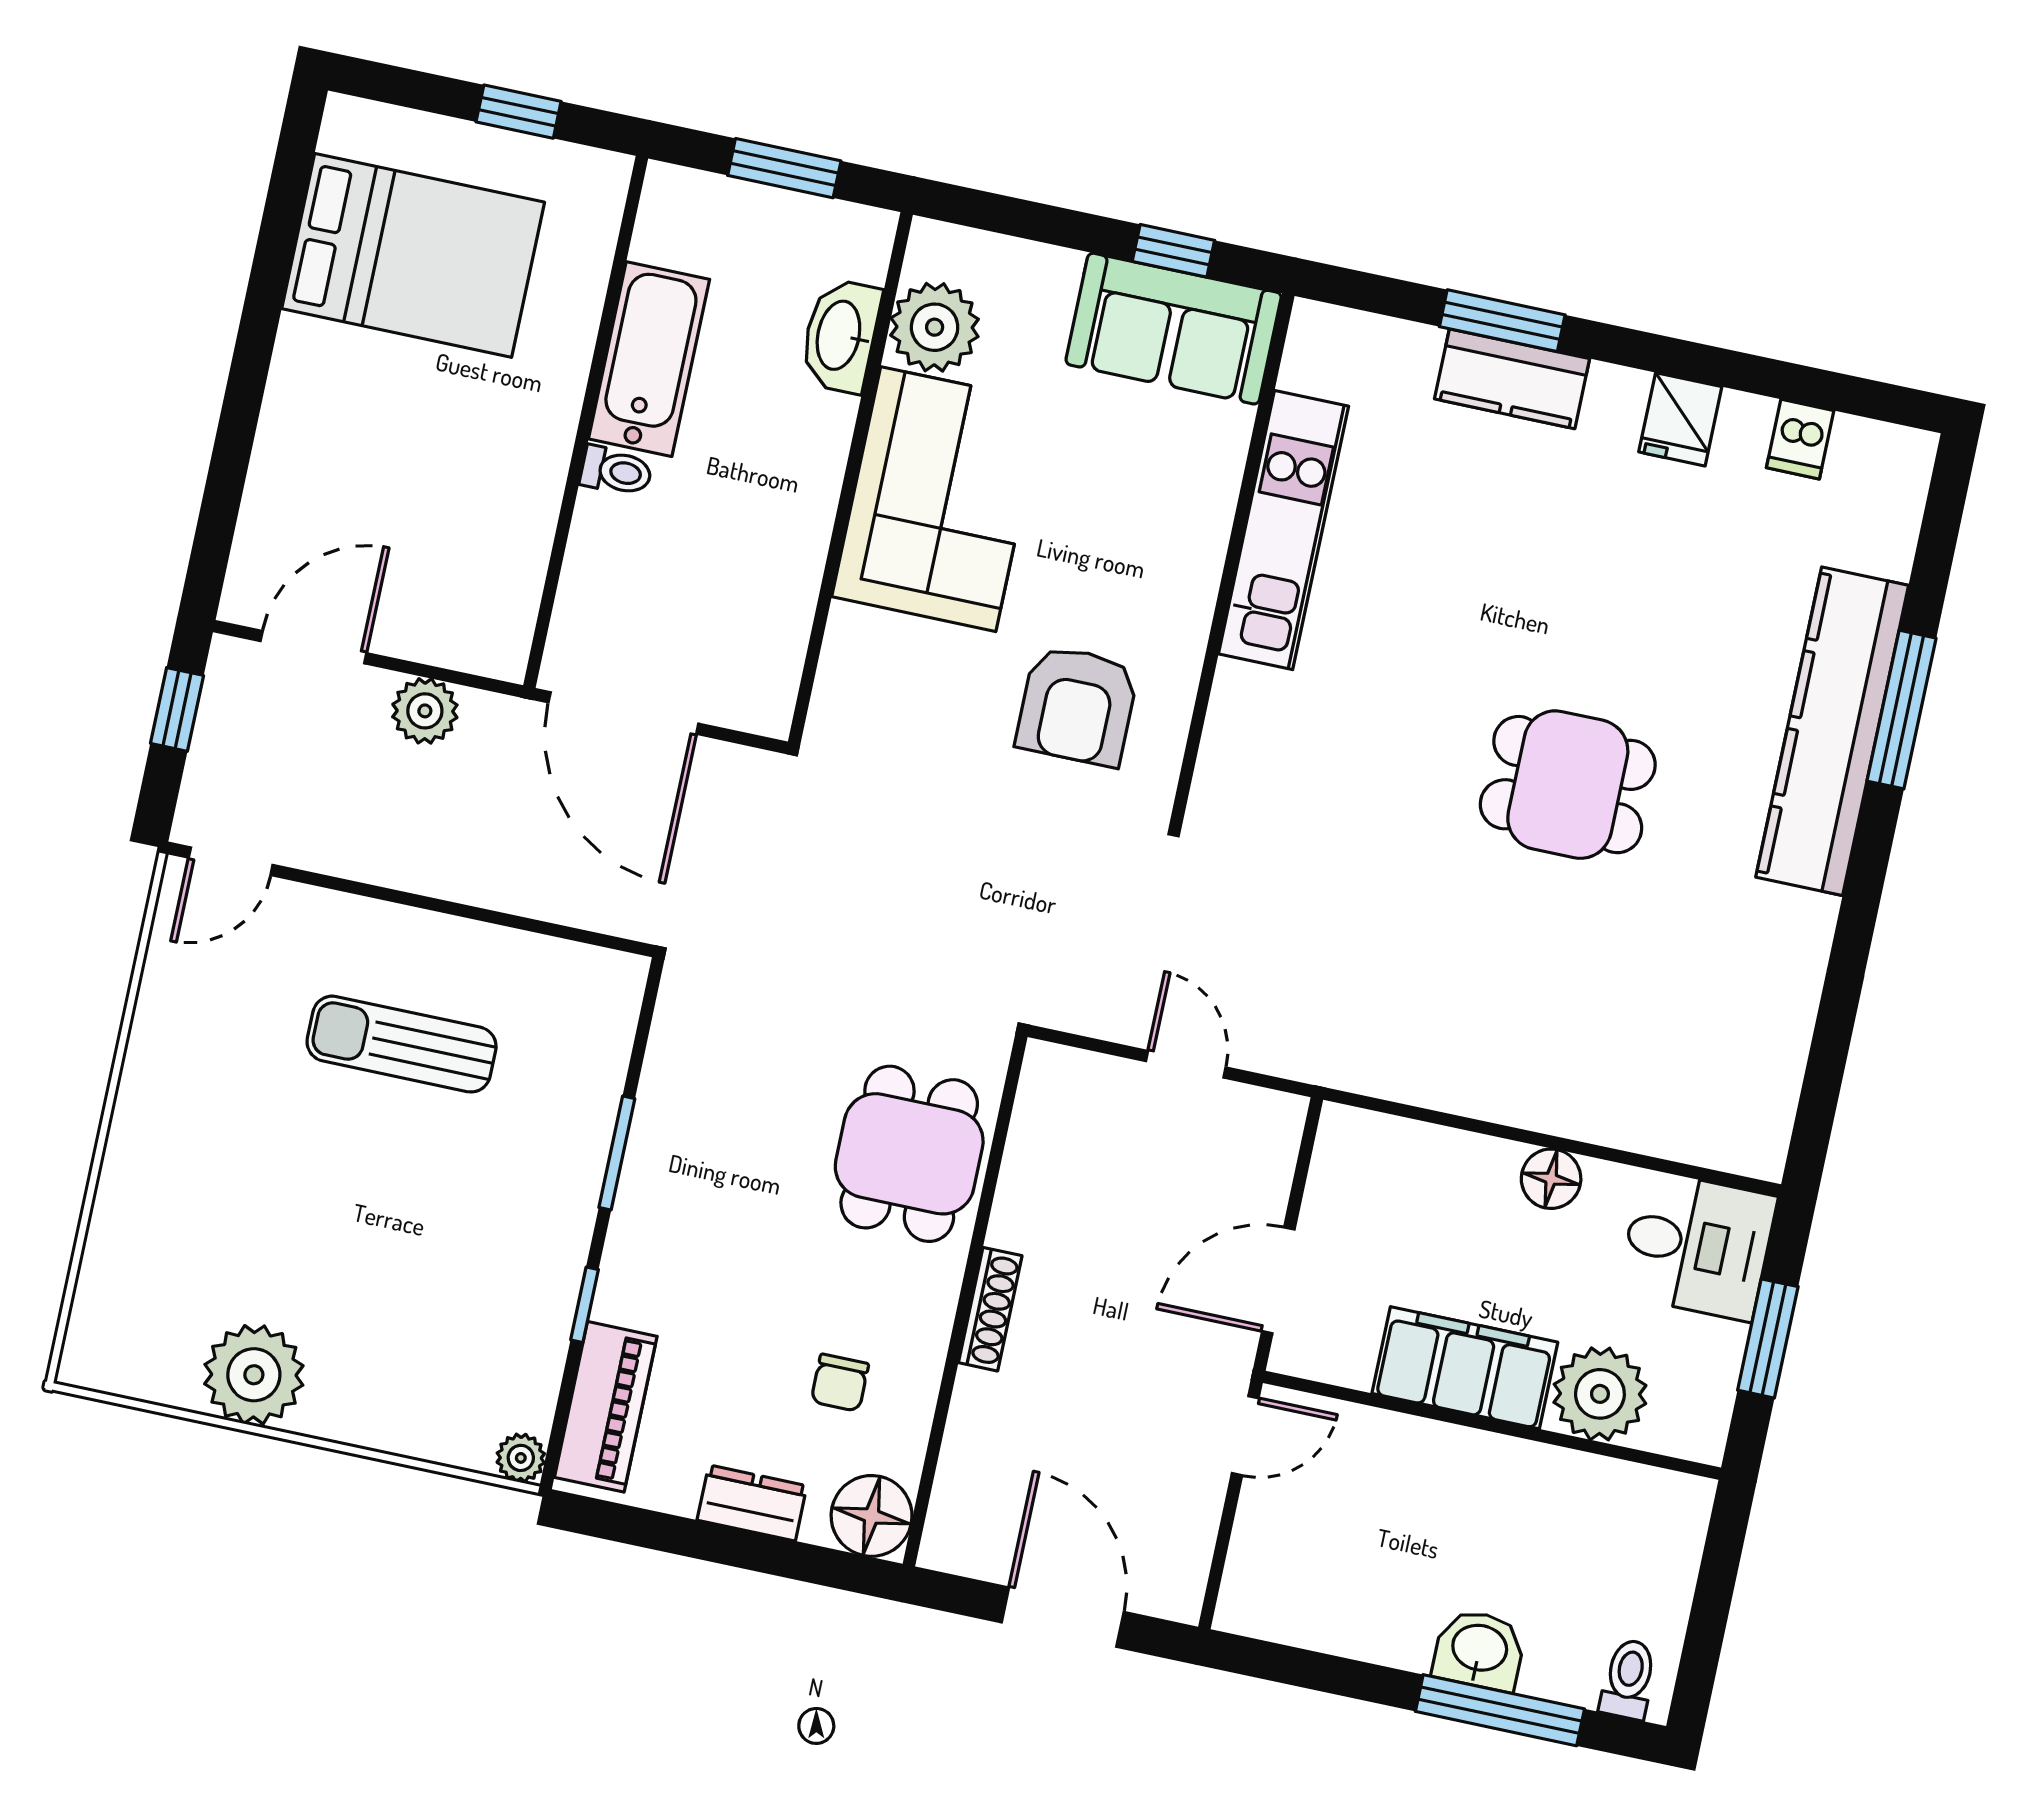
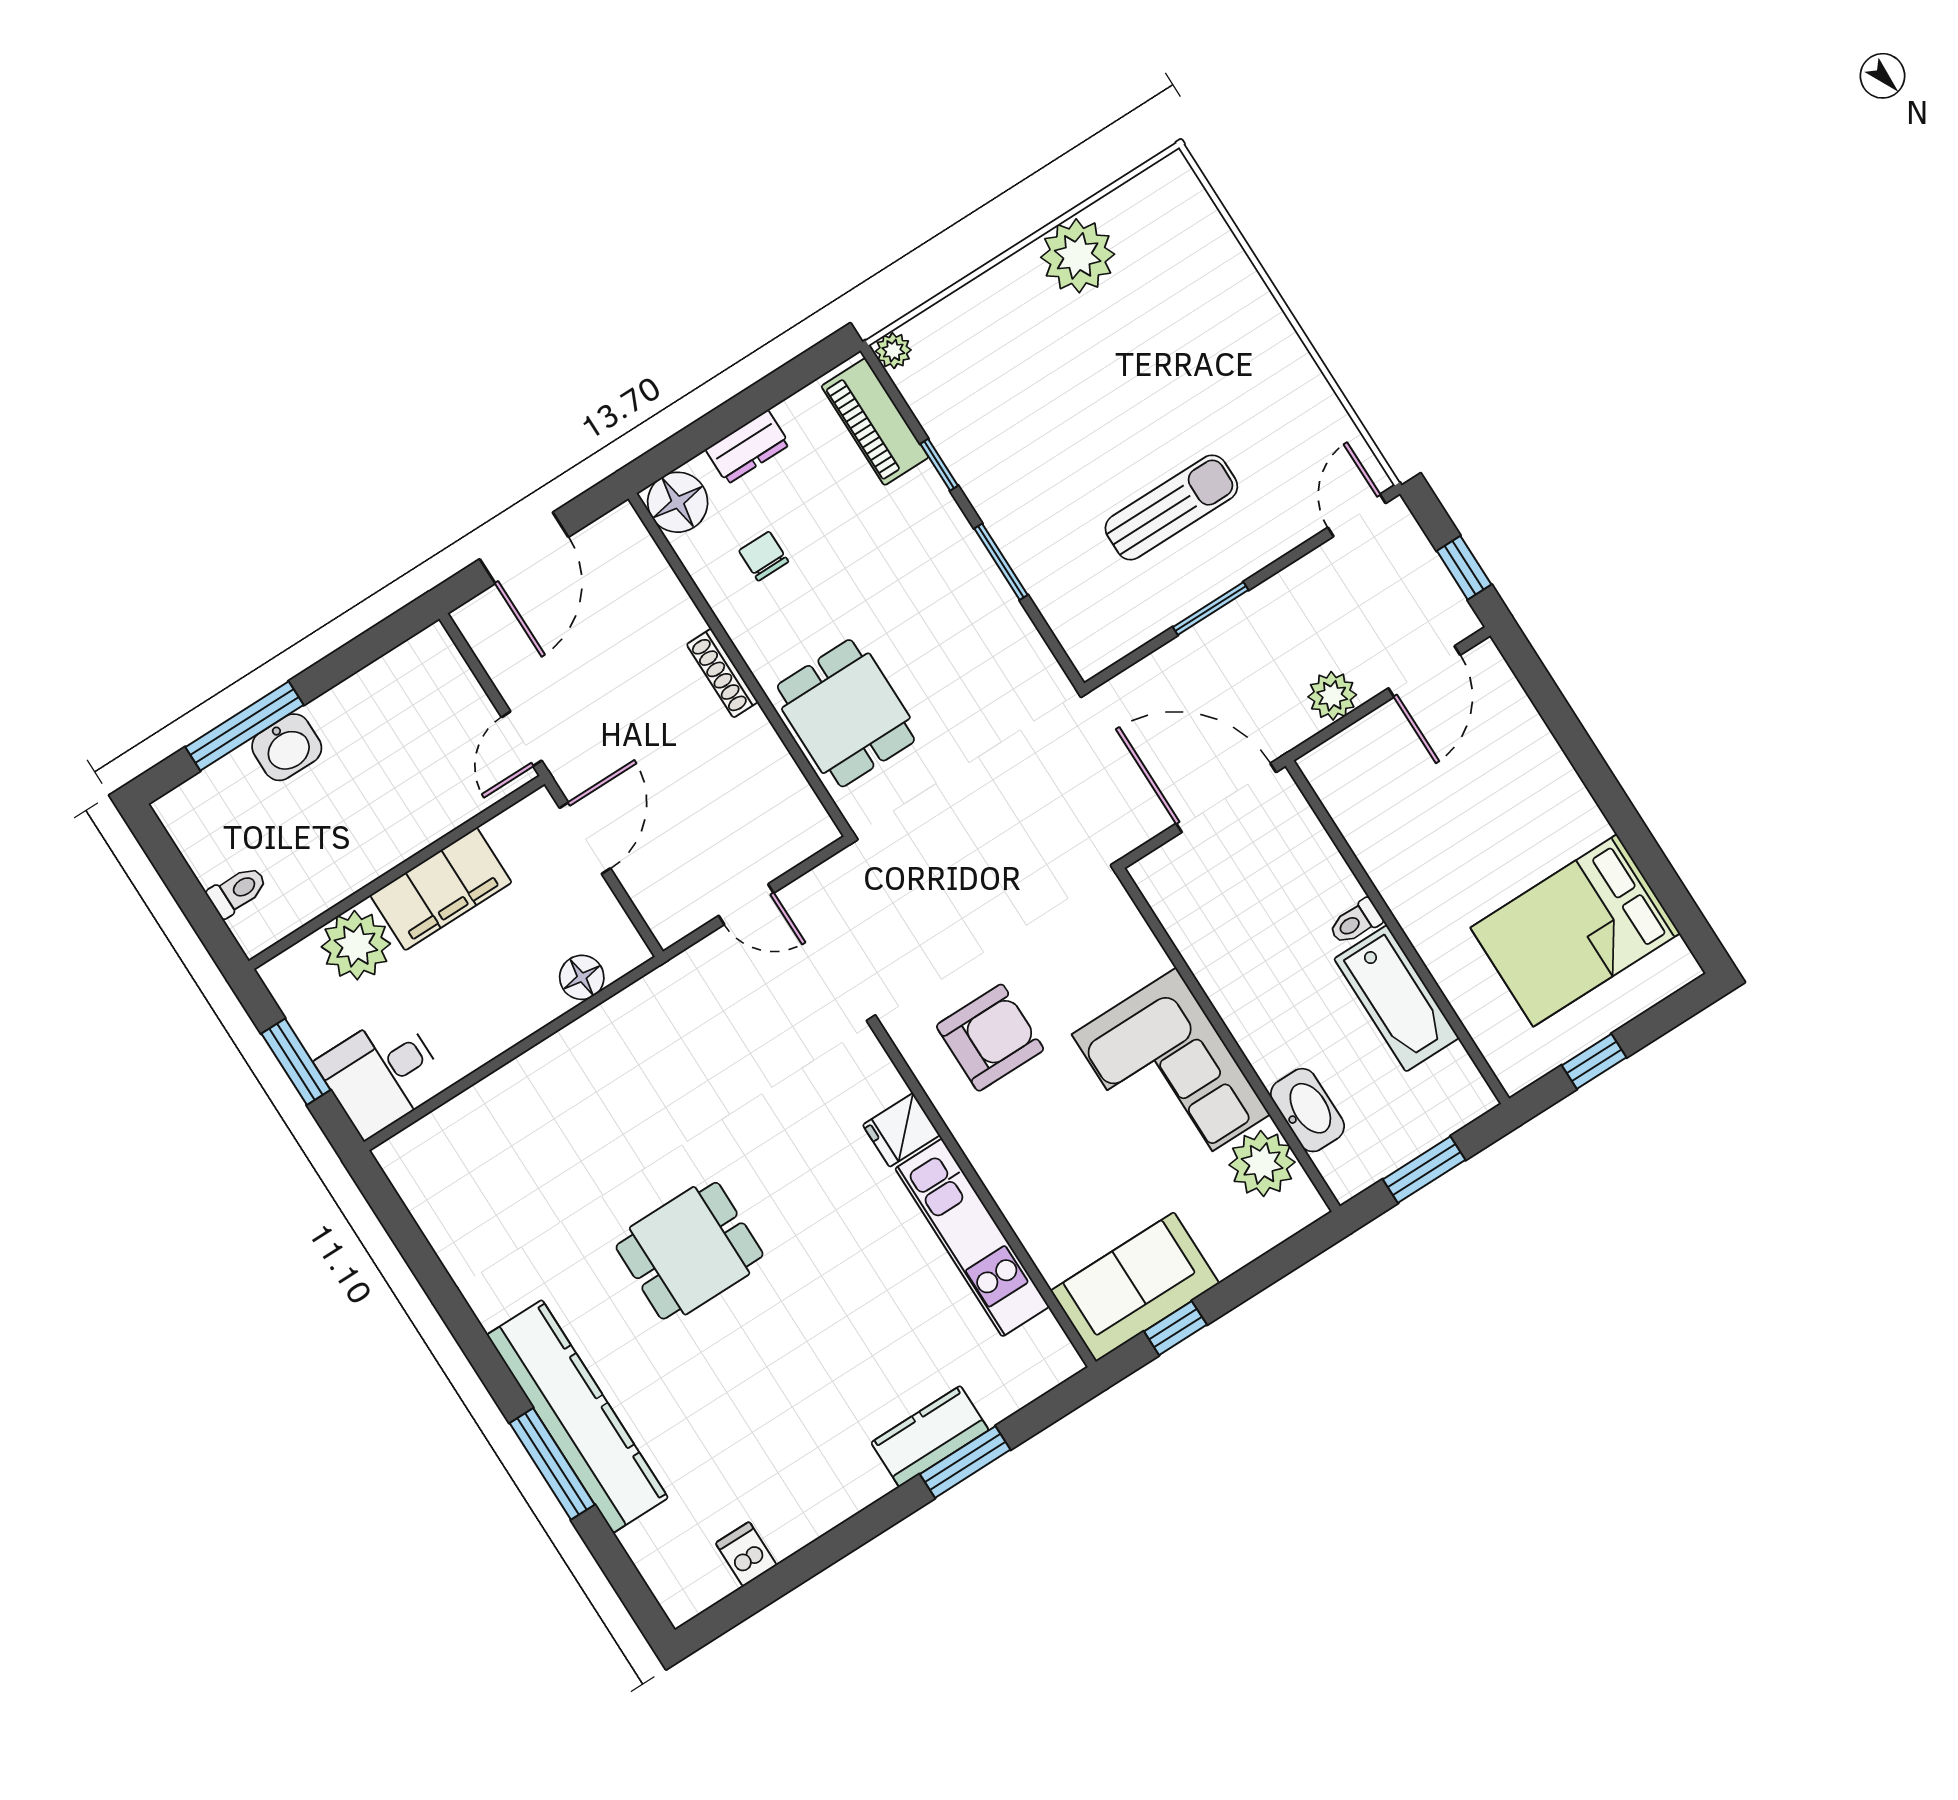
fridge: (1680, 419) -> (901, 1130), moved, turned -90
armchair: (1077, 706) -> (990, 1038), turned 90
window: (459, 910) -> (1211, 608), added
floor lamp: (1551, 1179) -> (582, 977), moved
door: (1063, 1617) -> (524, 548), hinge flipped
toilet: (1628, 1679) -> (237, 891), moved, turned -90

